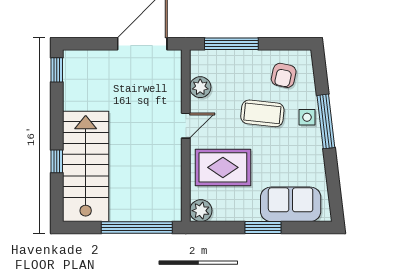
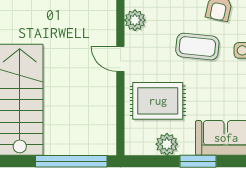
door: (186, 126) -> (120, 59), swing flipped
plant: (201, 211) -> (167, 144), moved

